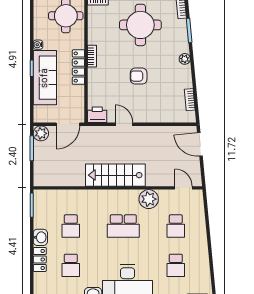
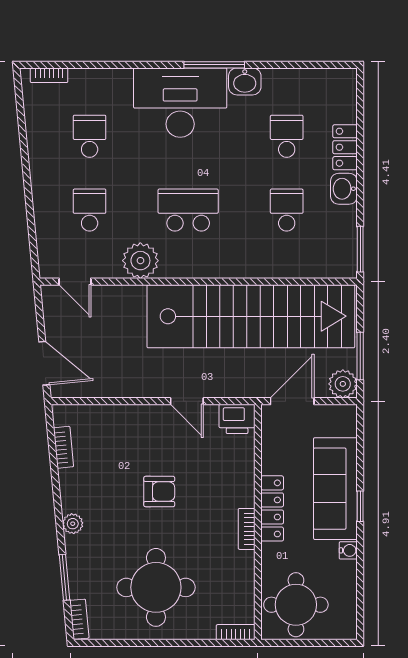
stairs: (115, 175) -> (251, 316), width x1.86, depth x1.51

